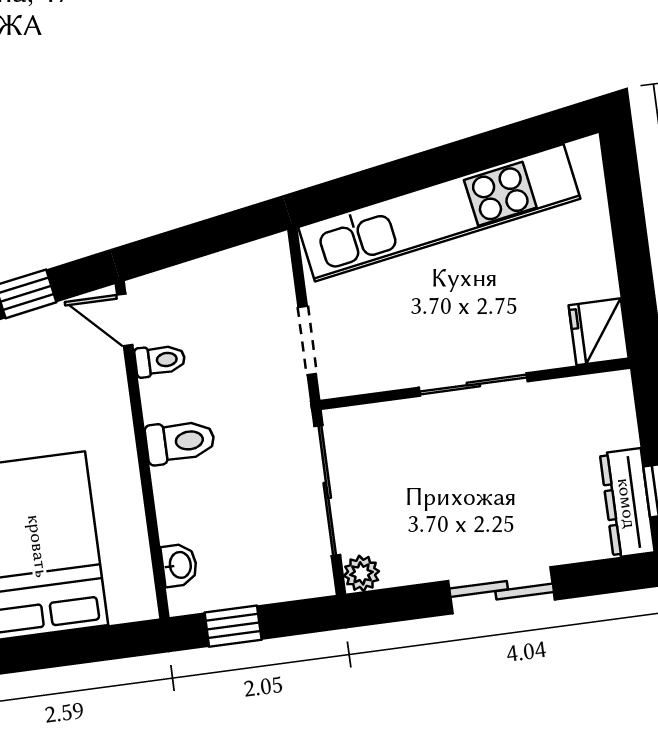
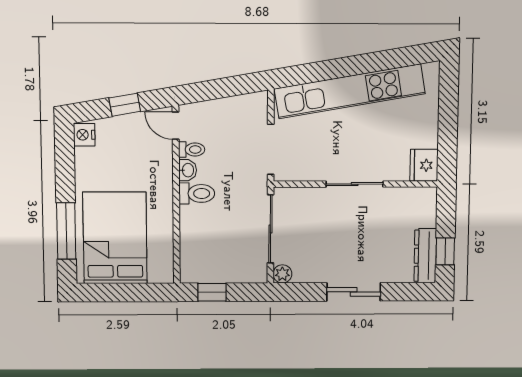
doorway: (307, 340) -> (271, 149), width x1.38
washbasin: (179, 565) -> (188, 170), moved

